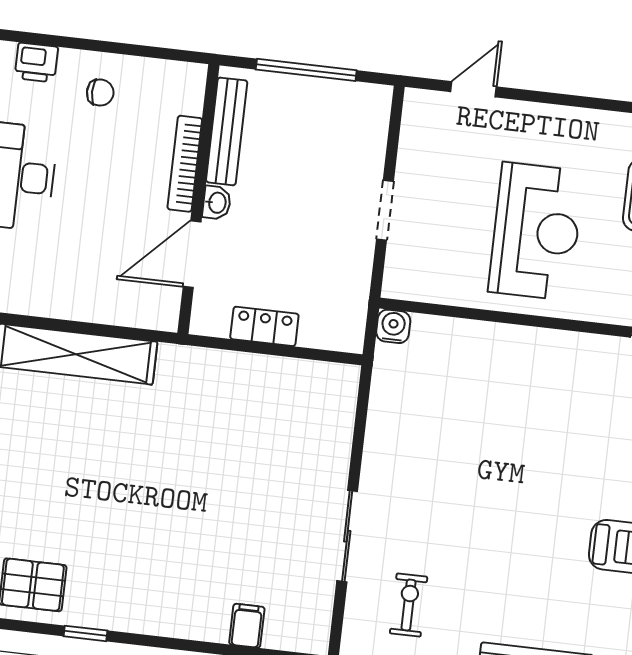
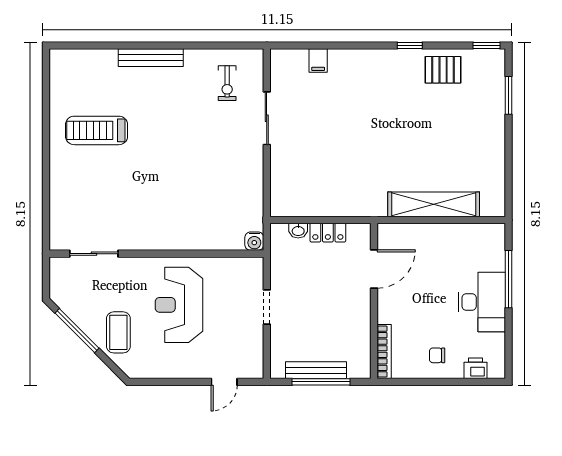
bench: (227, 131) -> (316, 370), moved, turned 90
bookcase: (185, 164) -> (384, 352), moved
washbasin: (217, 203) -> (298, 231), moved, turned -90

